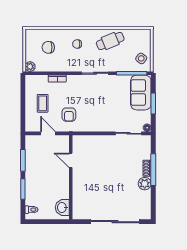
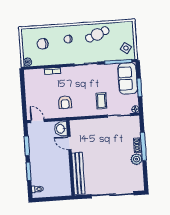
coffee table: (43, 103) -> (101, 101), moved
door: (48, 133) -> (37, 121), moved
bench: (78, 195) -> (78, 173), added
washbasin: (62, 208) -> (61, 129), moved

